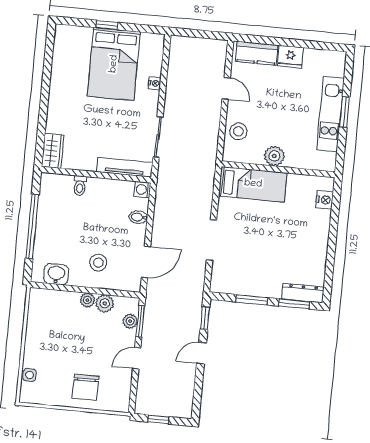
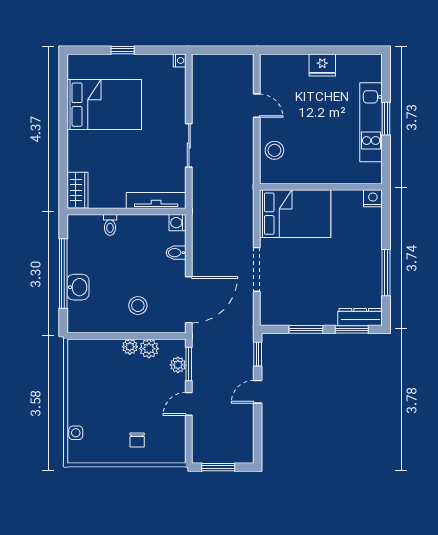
kitchen counter: (257, 53) -> (286, 65), removed
bed: (114, 64) -> (104, 105), moved, turned -90
nightstand: (155, 83) -> (180, 60), moved
sliding door: (158, 137) -> (189, 145), moved
plant: (274, 156) -> (315, 173), removed
bed: (253, 184) -> (295, 214), width x1.50
nightstand: (325, 200) -> (373, 198), moved, turned -90
window: (331, 254) -> (386, 273), added
door: (146, 262) -> (189, 300), width x1.36
washbasin: (56, 274) -> (78, 287), moved, turned 90
chair: (86, 387) -> (137, 440), width x0.54, depth x0.54
window: (158, 419) -> (218, 467), width x1.50

